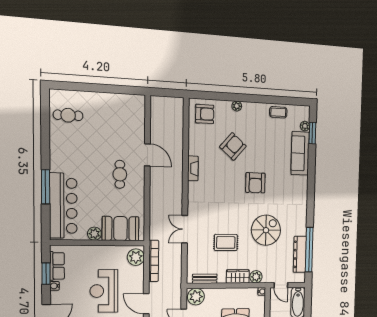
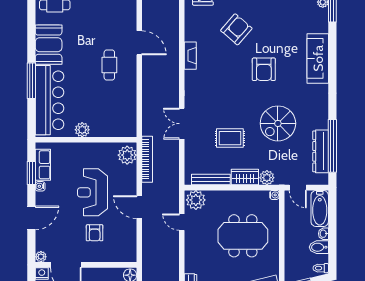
sofa: (300, 153) -> (318, 58), moved
booth: (121, 229) -> (49, 45), moved, turned 90
spiral stairs: (266, 230) -> (278, 123), turned 180
bench: (205, 279) -> (211, 180), width x1.36

